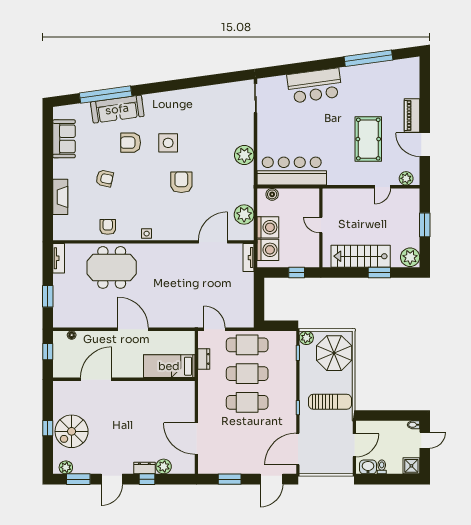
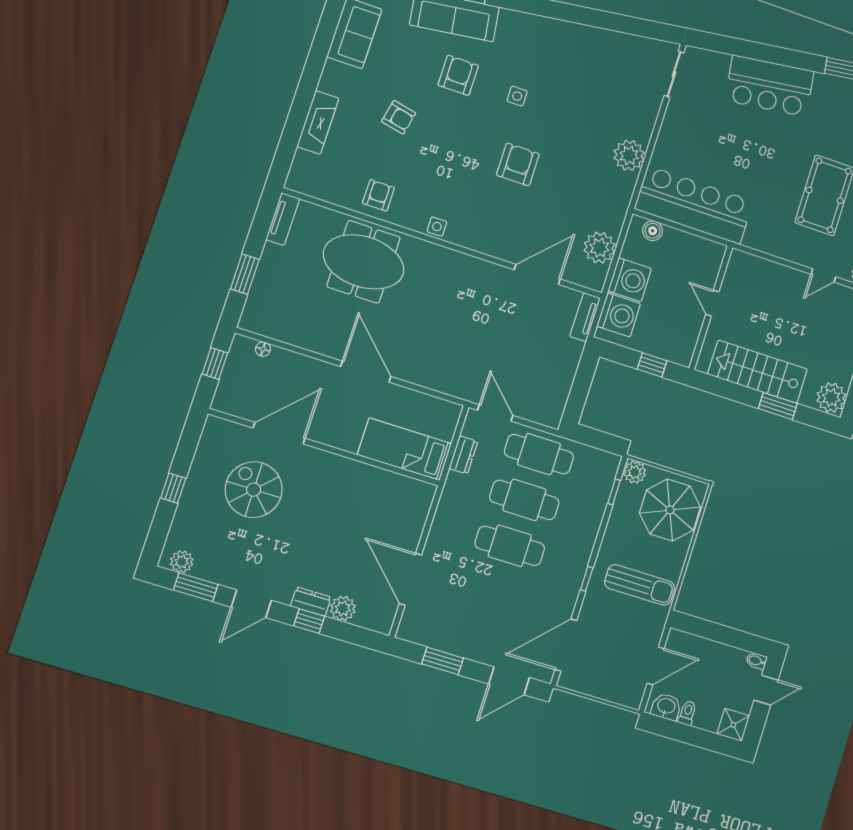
armchair: (131, 143) -> (458, 75), turned 90
side table: (168, 143) -> (517, 96), width x0.54, depth x0.54
spiral stairs: (72, 431) -> (254, 490), moved, turned 90

